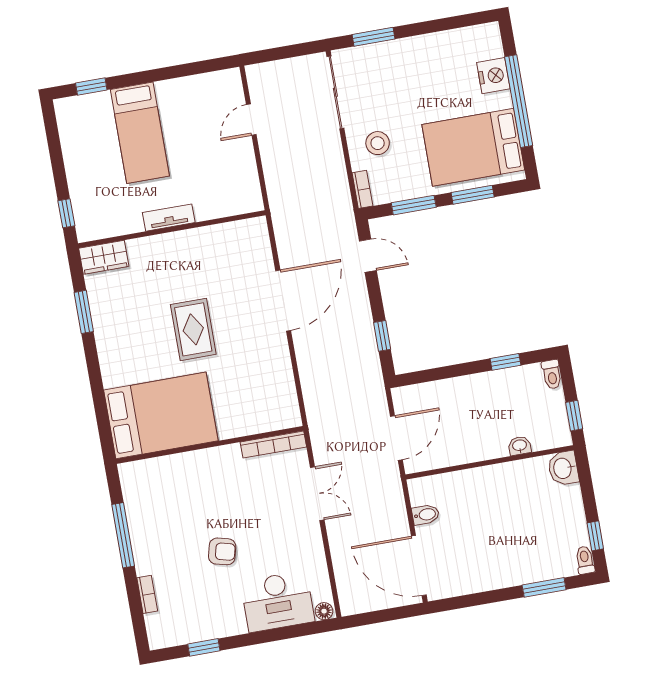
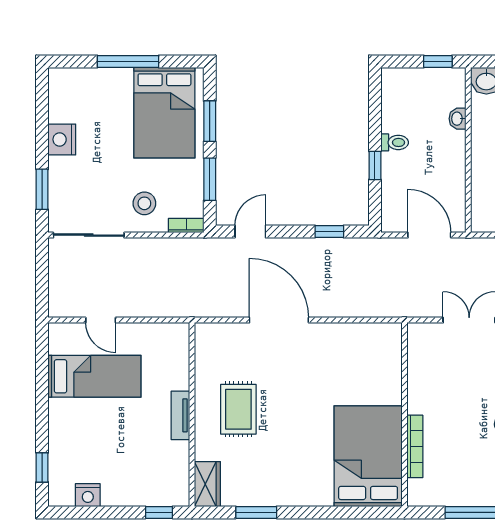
nightstand: (493, 76) -> (62, 139), moved, turned -90
window: (519, 101) -> (128, 62), width x0.68
bed: (140, 133) -> (94, 376), moved
nightstand: (71, 138) -> (88, 495), added
rug: (193, 329) -> (238, 409), moved, turned 90
window: (505, 362) -> (375, 165), moved
toilet: (552, 374) -> (395, 142), moved
bookcase: (273, 445) -> (415, 446), moved

